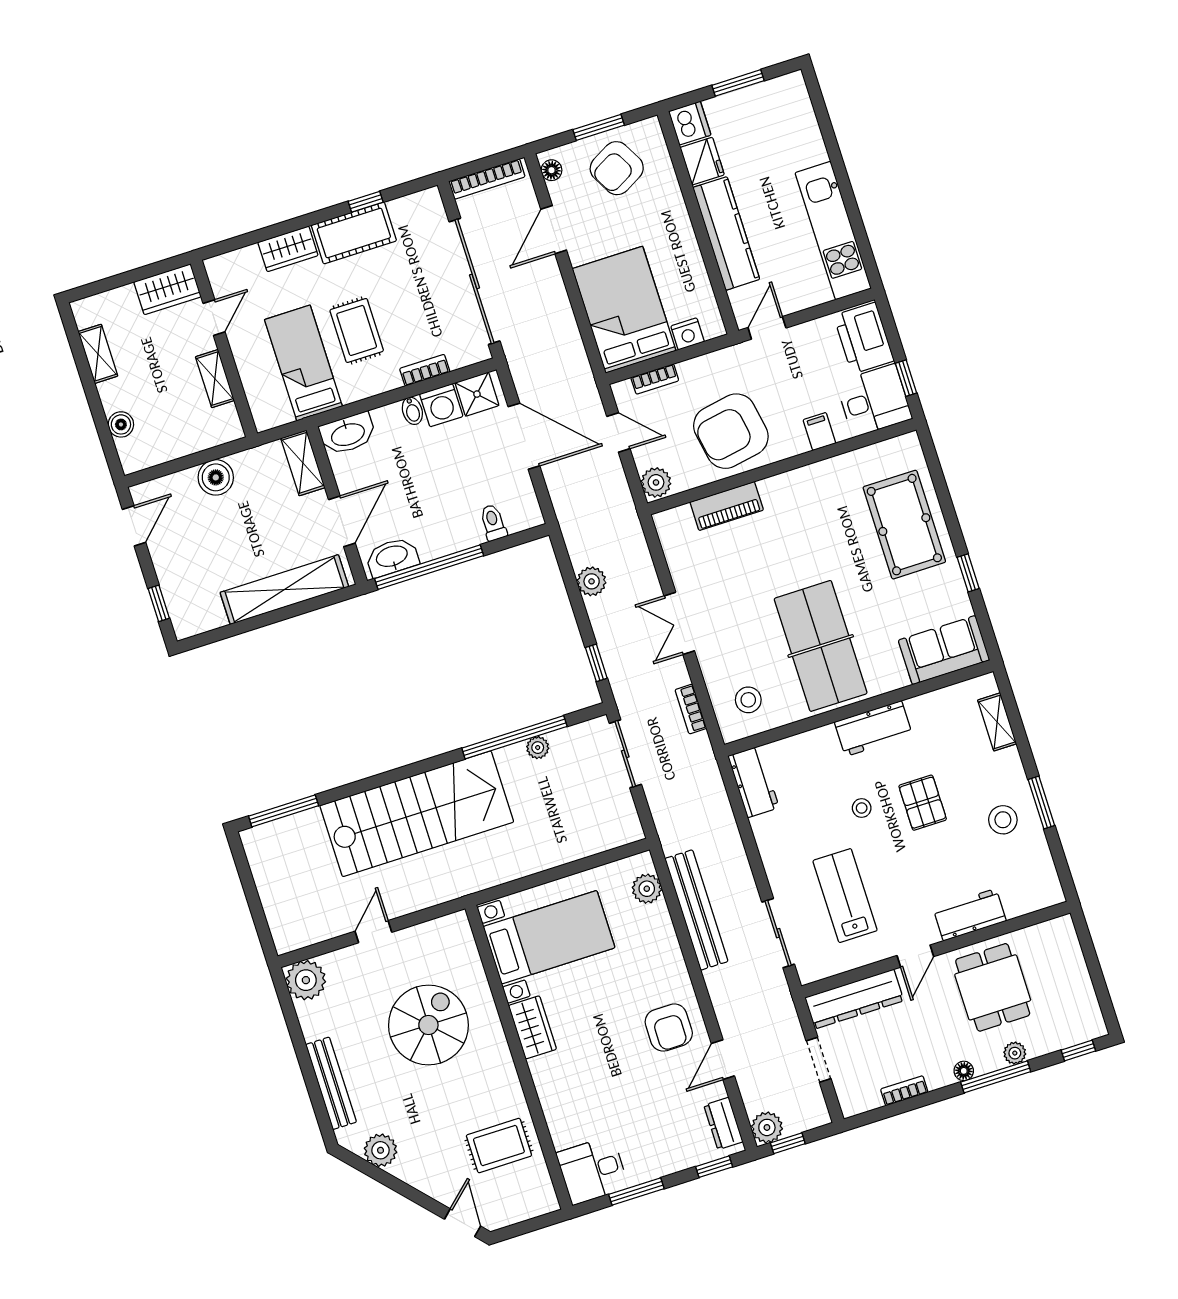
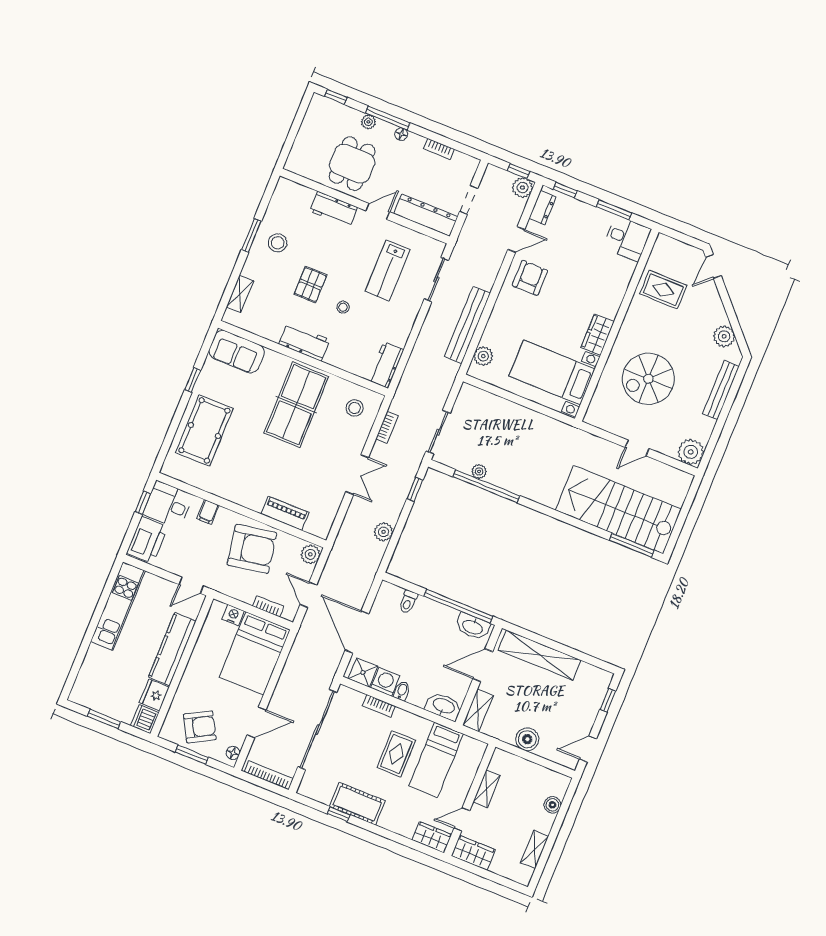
wardrobe: (288, 249) -> (432, 837), moved
stairs: (417, 814) -> (618, 510), moved

